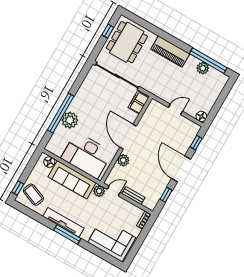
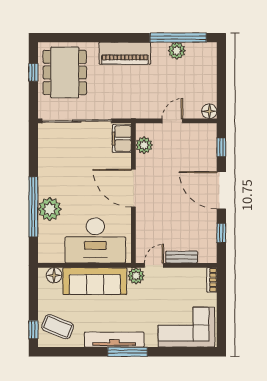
plant: (123, 160) -> (144, 145), moved

